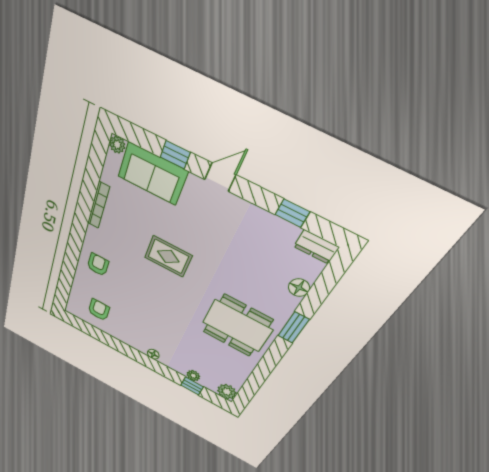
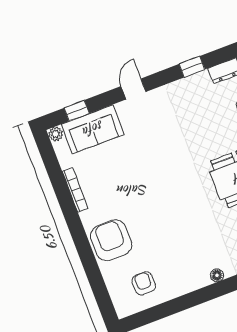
window: (175, 155) -> (77, 111), moved
rug: (168, 256) -> (152, 176), removed
armchair: (98, 265) -> (111, 240), width x1.88, depth x1.88

